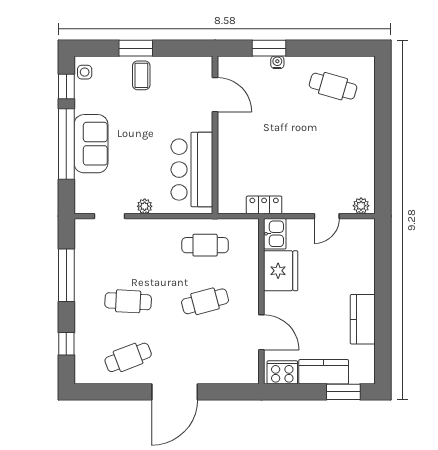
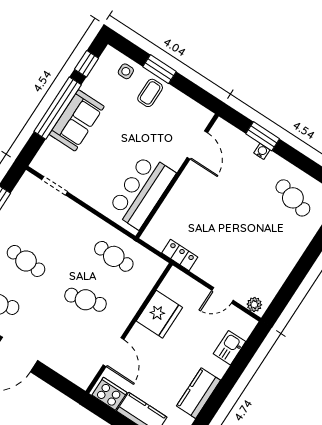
side table: (85, 72) -> (126, 71), moved
plant: (145, 206) -> (87, 196), removed
kitchen sink: (275, 234) -> (230, 348), moved, turned 180

